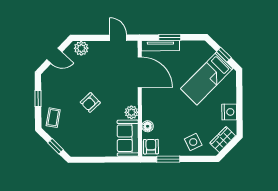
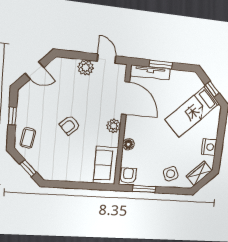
plant: (81, 48) -> (86, 68), moved
plant: (131, 112) -> (114, 126), moved
floor lamp: (148, 126) -> (128, 144), moved

